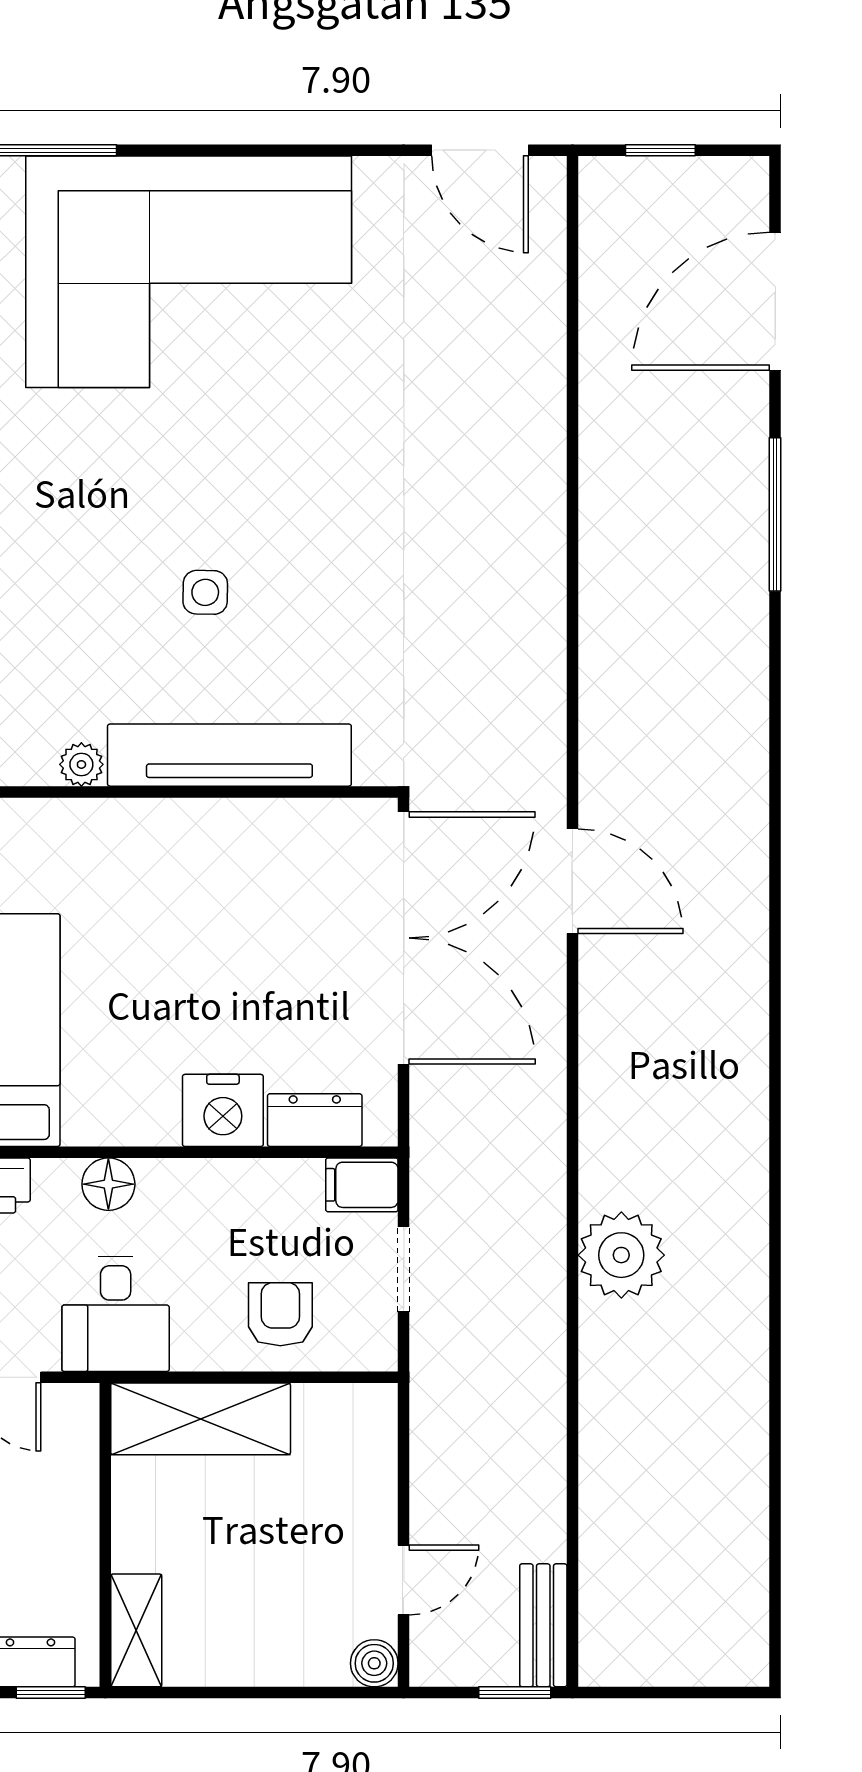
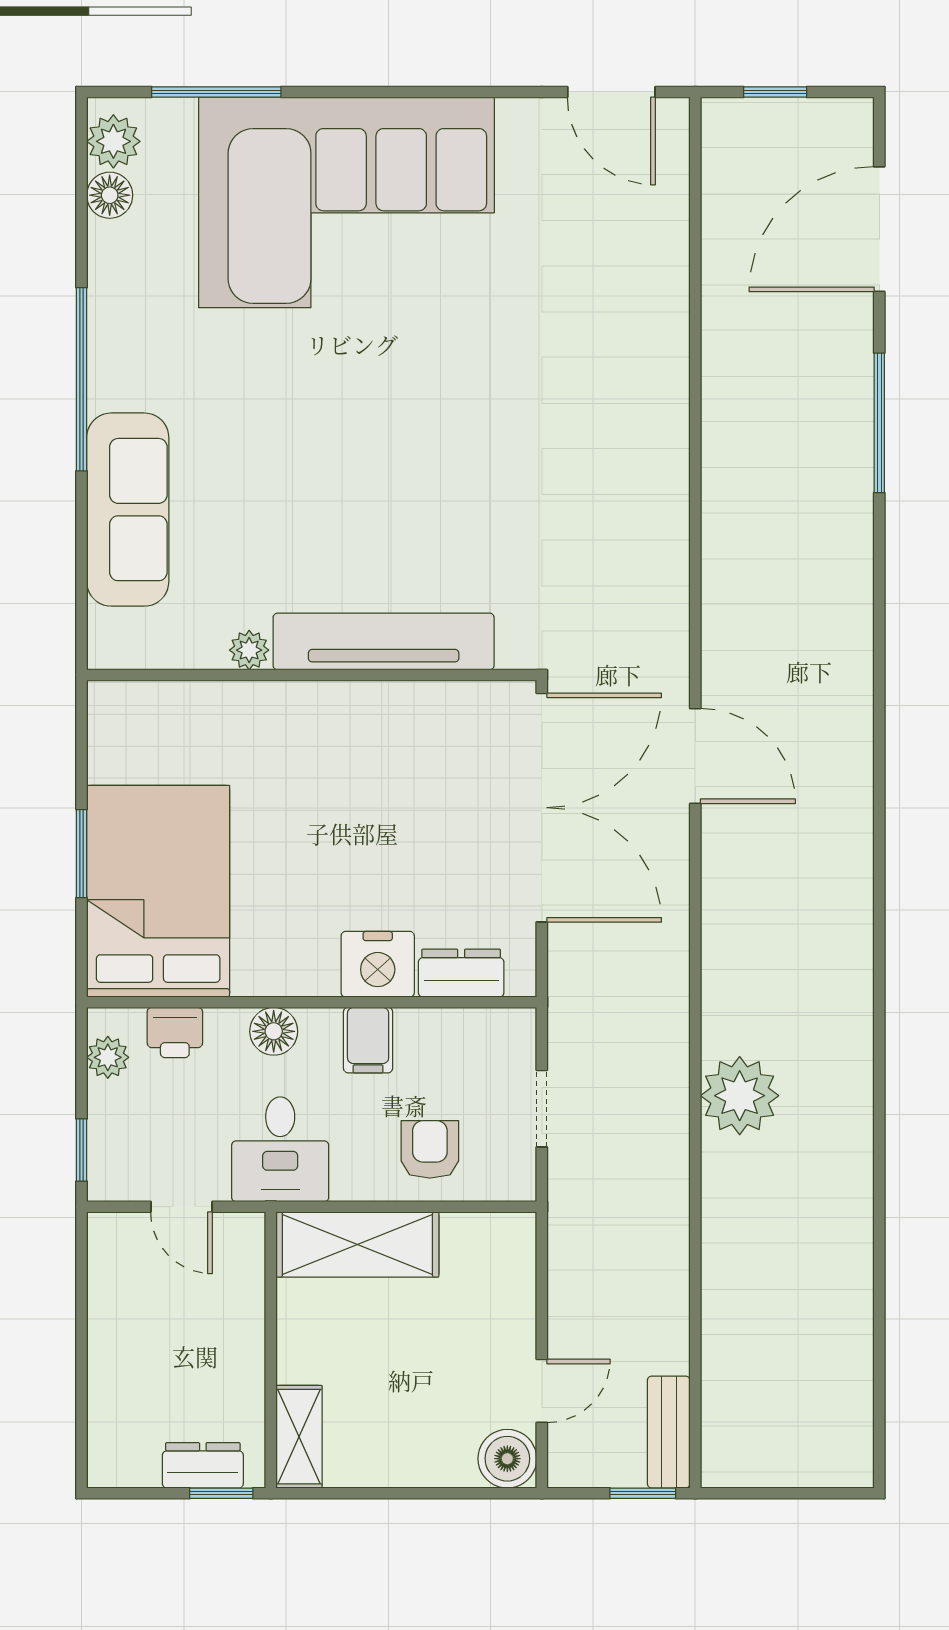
side table: (205, 592) -> (362, 494), removed
filing cabinet: (362, 1185) -> (368, 1040), moved, turned -90
boiler: (374, 1663) -> (507, 1459), width x1.36, depth x1.36

